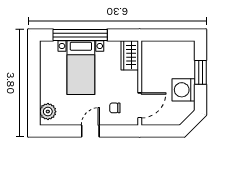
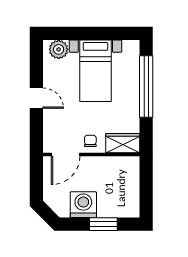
bed with nightstands: (81, 68) -> (95, 71), moved, turned -90
door: (140, 105) -> (66, 155), hinge flipped
chair: (115, 108) -> (90, 141), moved

